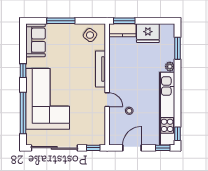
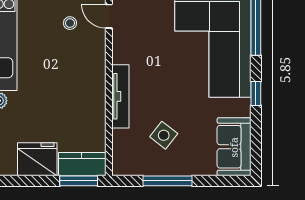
window: (61, 21) -> (168, 181), moved
side table: (90, 35) -> (164, 135), moved
door: (107, 100) -> (109, 16), moved

